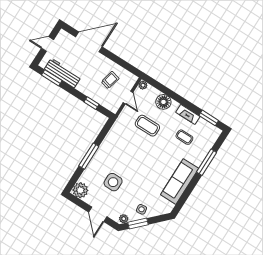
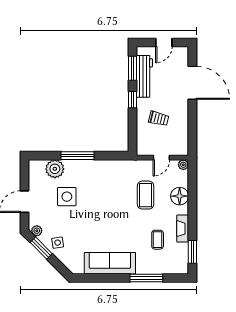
door: (47, 44) -> (164, 42), swing flipped
trolley: (110, 80) -> (159, 119), moved
window: (92, 103) -> (133, 100), moved
plant: (80, 190) -> (55, 169), moved

